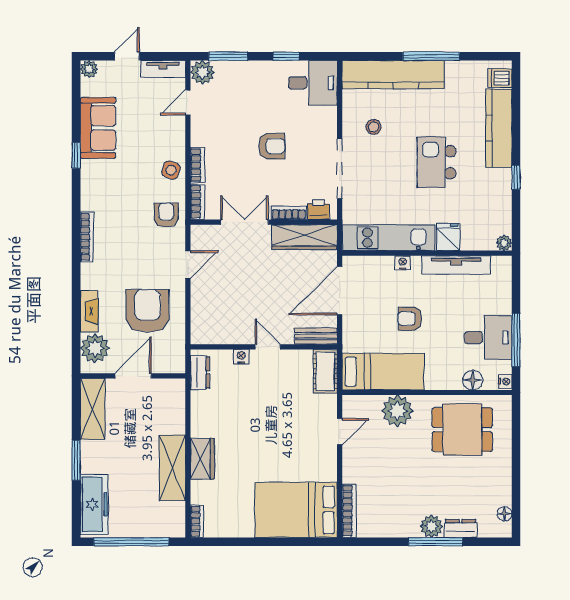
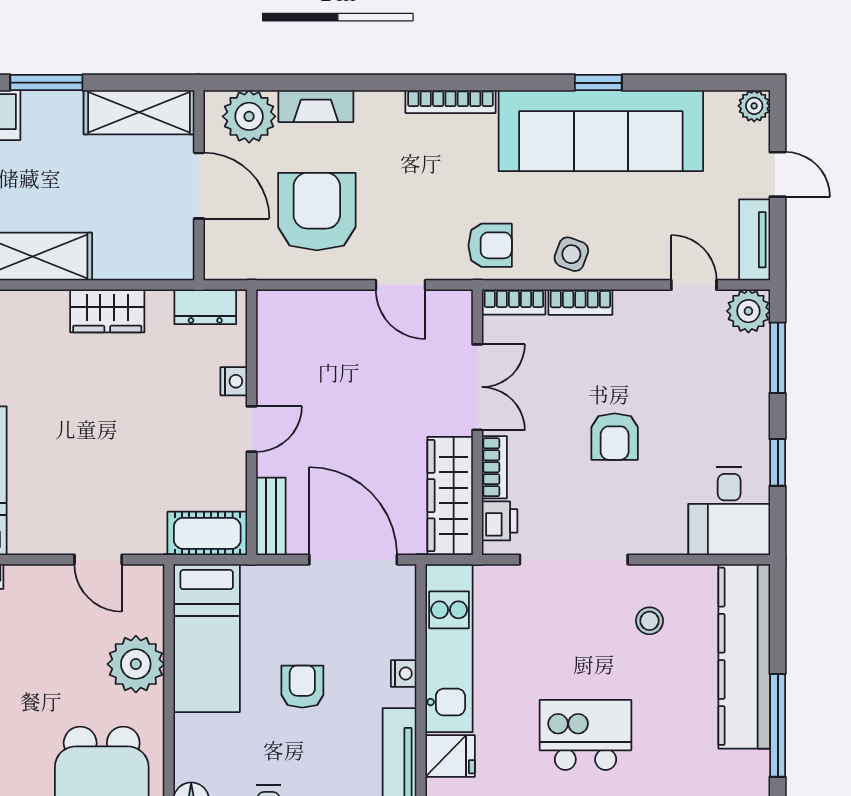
sofa: (98, 128) -> (601, 131), width x1.85, depth x1.27
armchair: (147, 311) -> (317, 212), turned -90
wardrobe: (202, 459) -> (107, 311), moved

